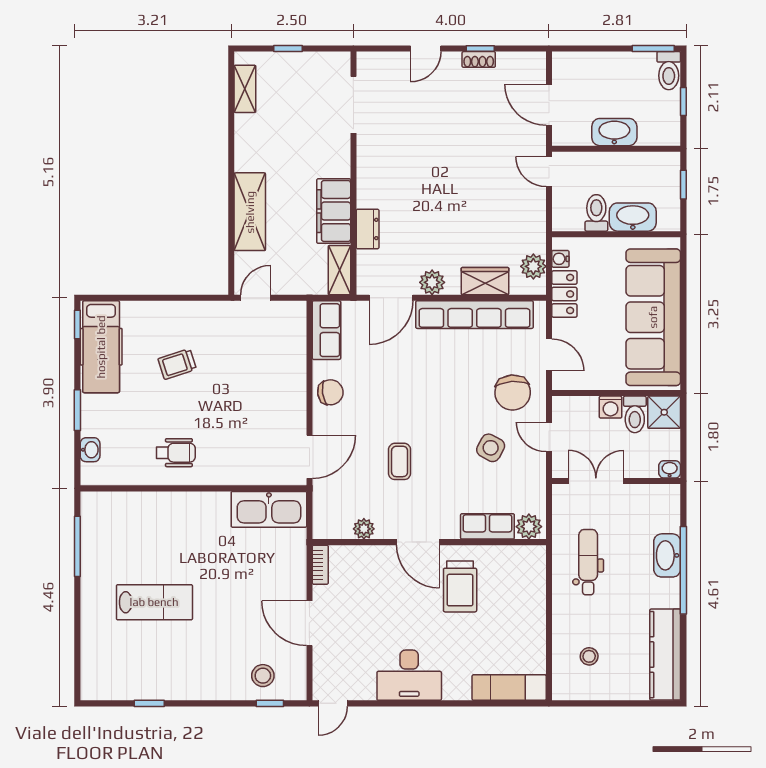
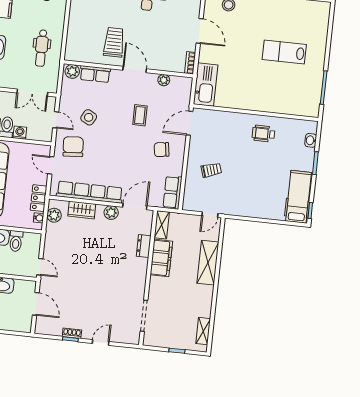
trolley: (177, 364) -> (211, 170), moved
chair: (330, 392) -> (162, 150), moved
kitchen sink: (269, 509) -> (206, 85), moved, turned 90

